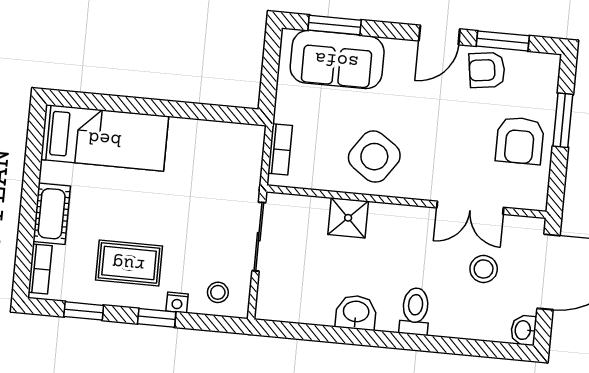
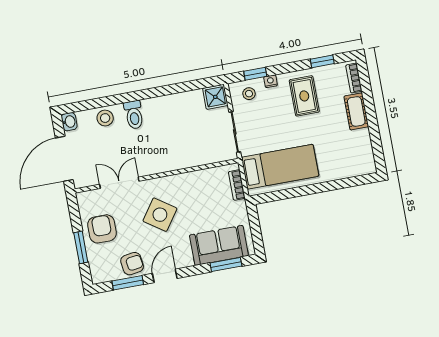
bed: (105, 138) -> (280, 167), moved, turned 180
side table: (374, 157) -> (160, 215), moved
shower: (348, 218) -> (215, 97), moved
rug: (129, 263) -> (304, 96), turned 90
stool: (484, 269) -> (105, 118), moved
washbasin: (356, 312) -> (167, 105), removed
window: (157, 318) -> (255, 74), moved

